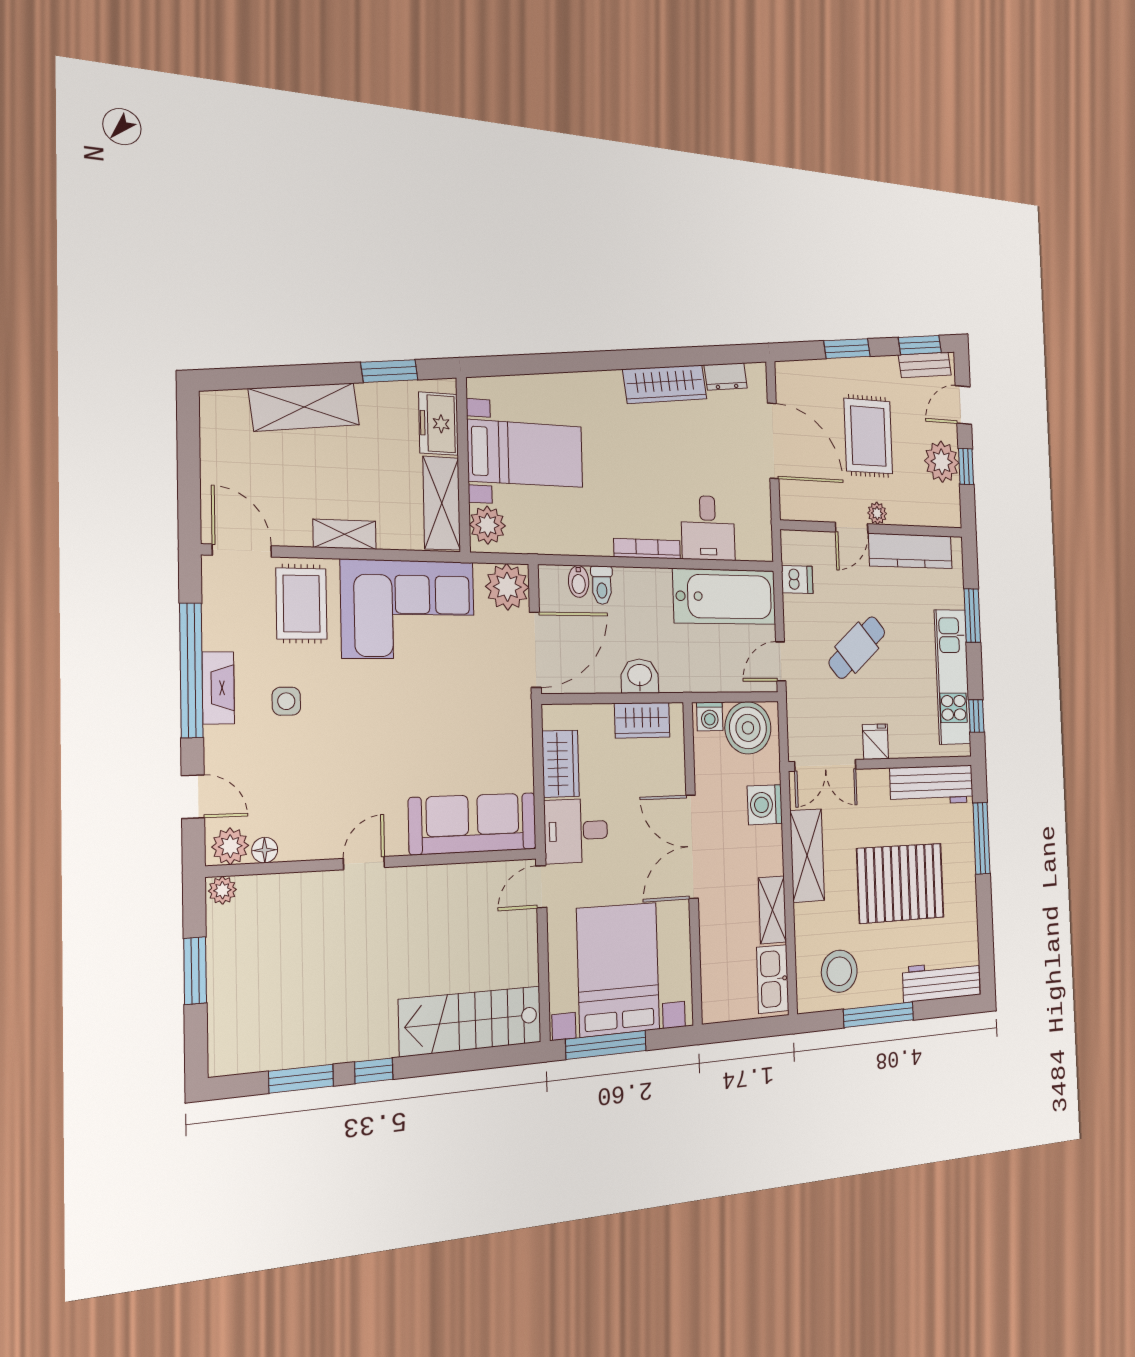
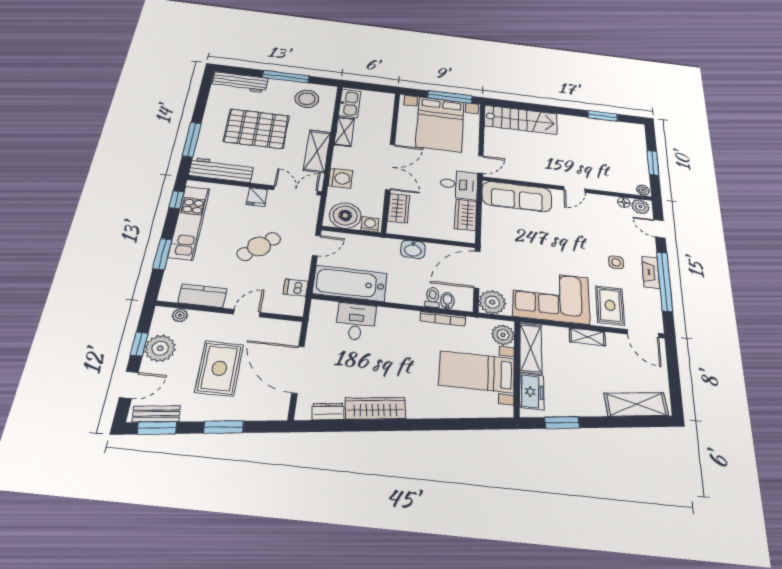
shelving: (304, 407) -> (636, 404), moved
plant: (877, 513) -> (180, 315), moved
bookcase: (647, 549) -> (443, 319), moved
kitchen counter: (911, 551) -> (203, 296), width x0.67
wardrobe: (642, 720) -> (399, 208), moved, turned 90
window: (374, 1071) -> (569, 112), removed

